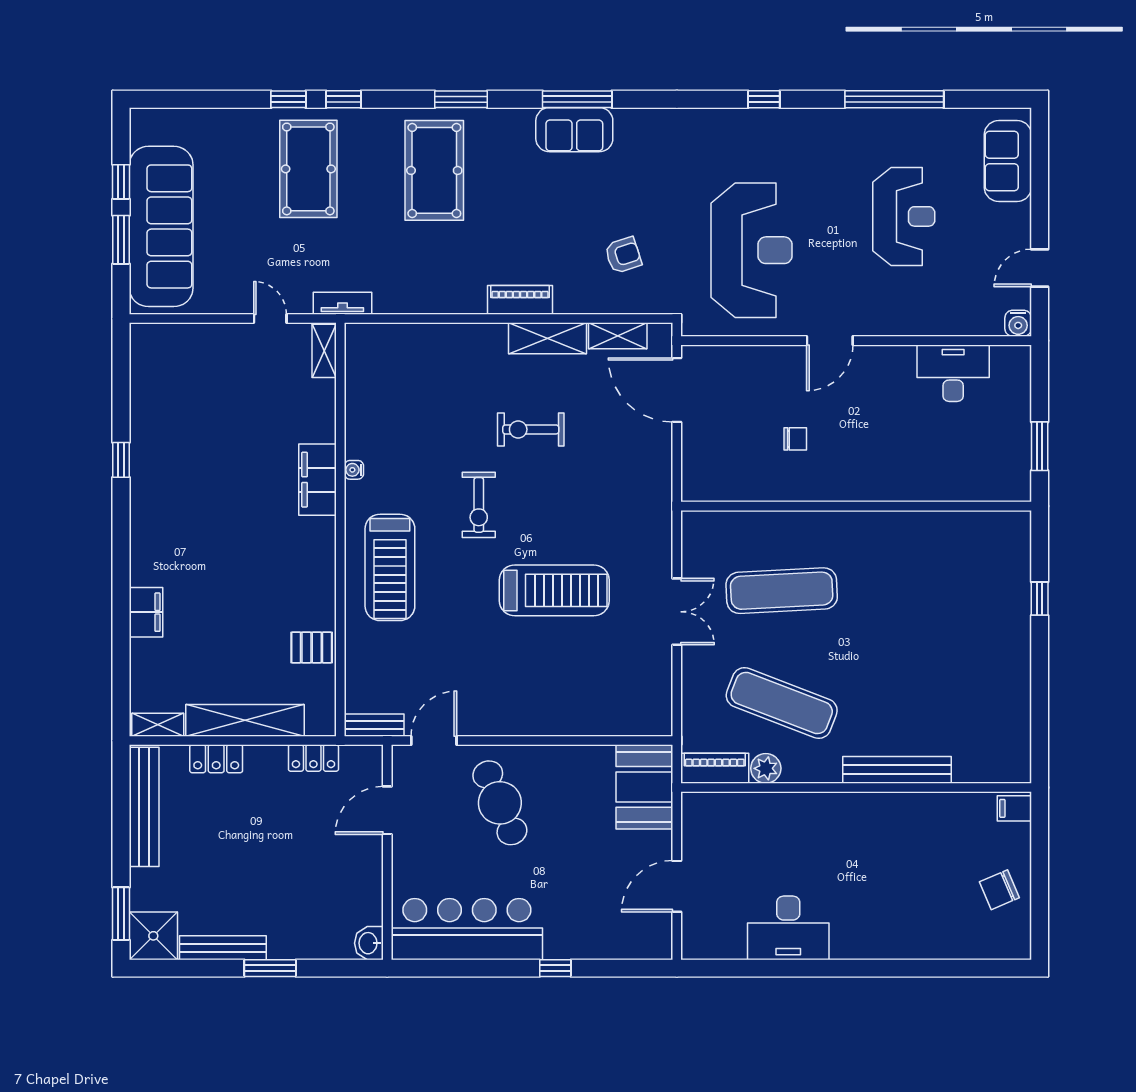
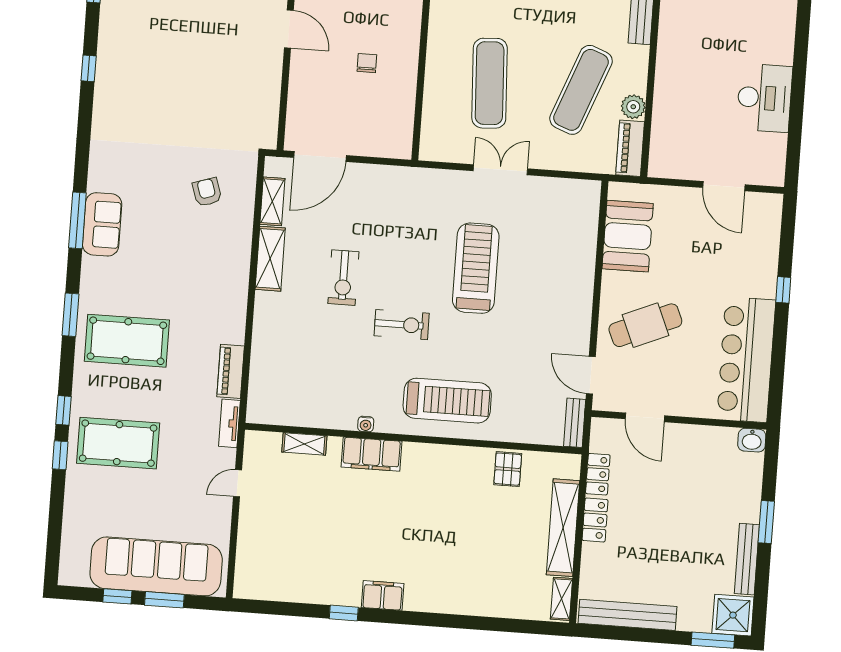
reception desk: (752, 250) -> (211, 87), removed
piano: (520, 300) -> (231, 371), moved
shelving: (324, 351) -> (304, 444), moved
filing cabinet: (146, 612) -> (383, 595), moved
locker: (216, 759) -> (595, 520), moved
booth: (644, 787) -> (628, 236), moved, turned 90

